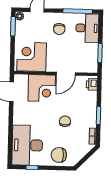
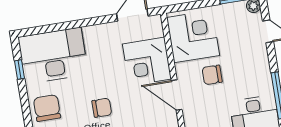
chair: (59, 29) -> (212, 75), moved

